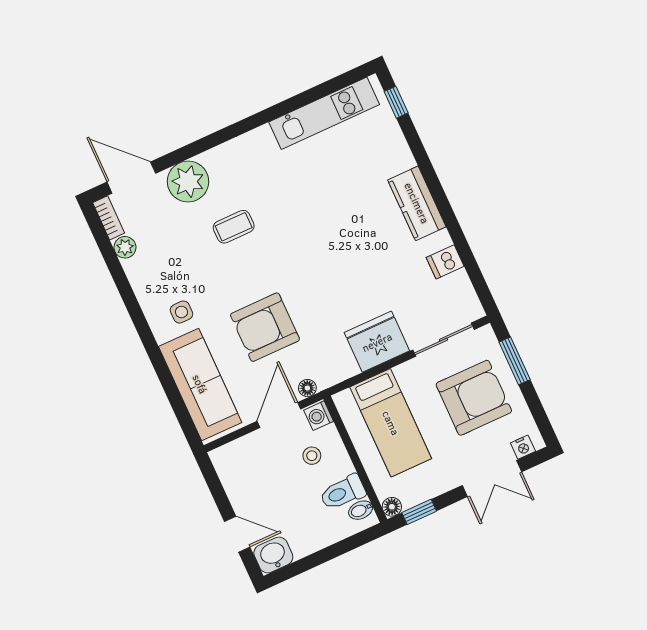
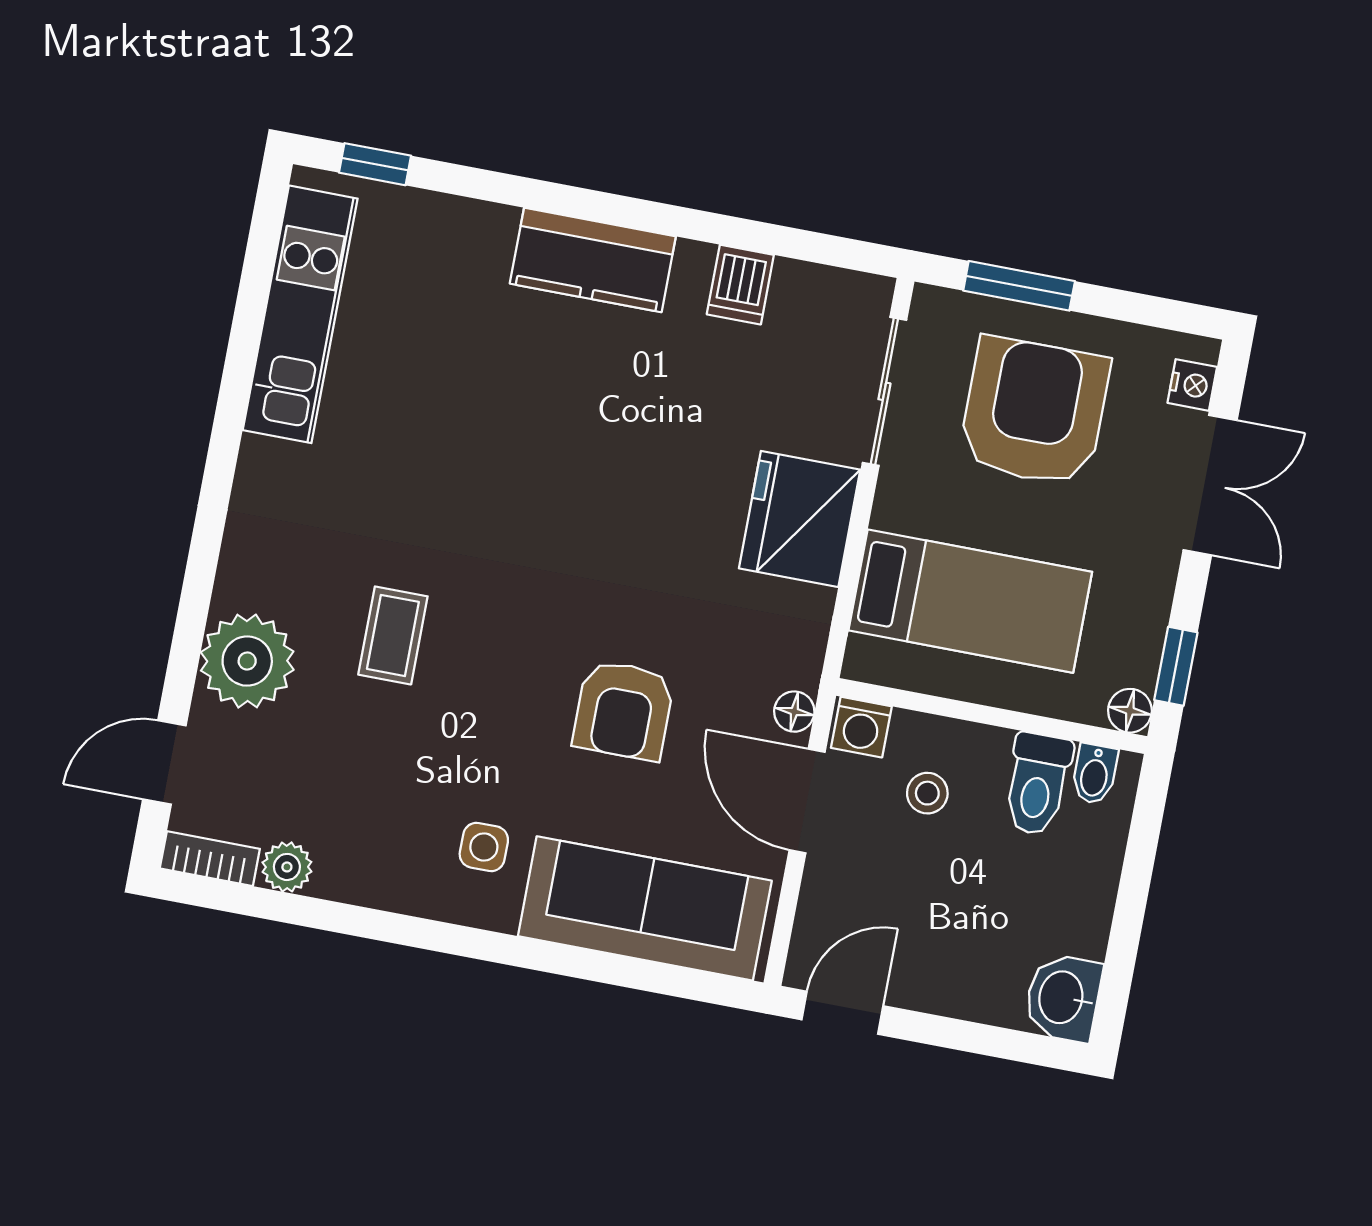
door: (131, 178) -> (164, 762), width x0.73
armchair: (265, 327) -> (623, 710), width x0.73, depth x0.73
door: (237, 534) -> (842, 1013), moved

